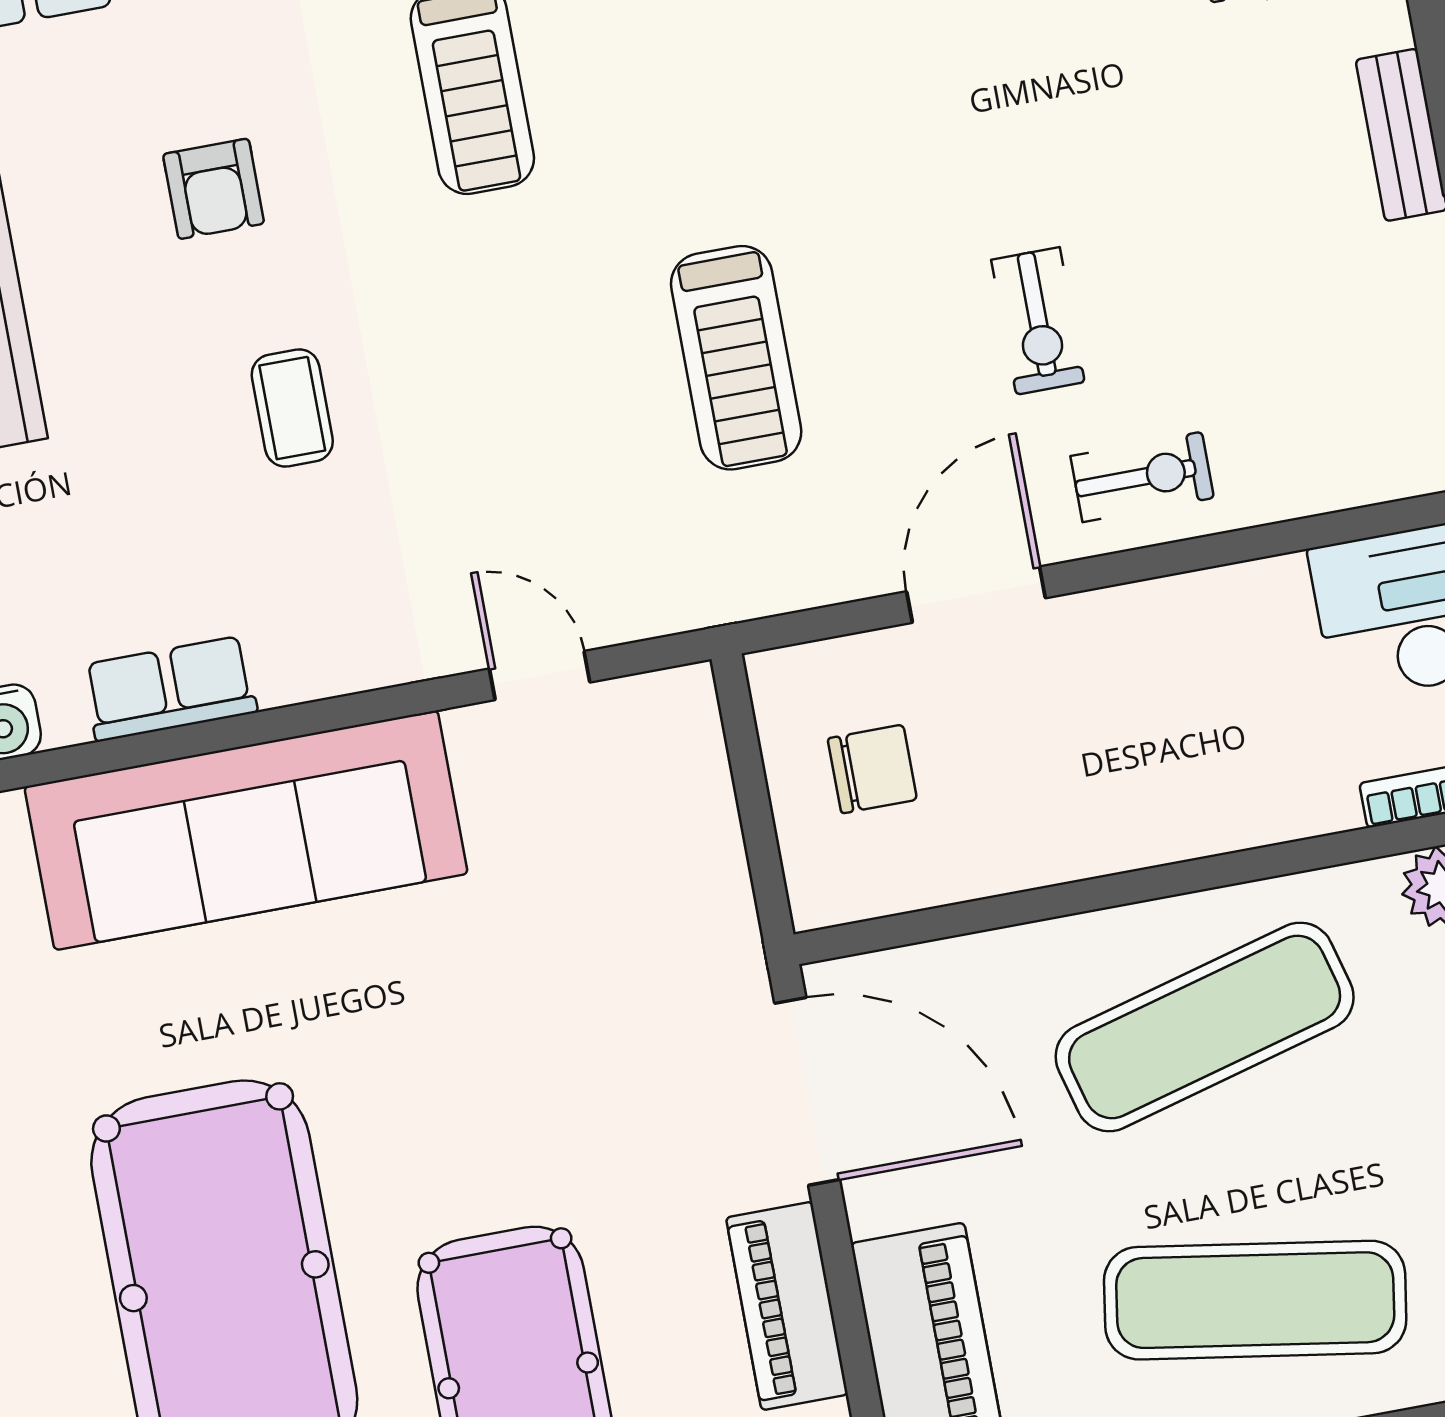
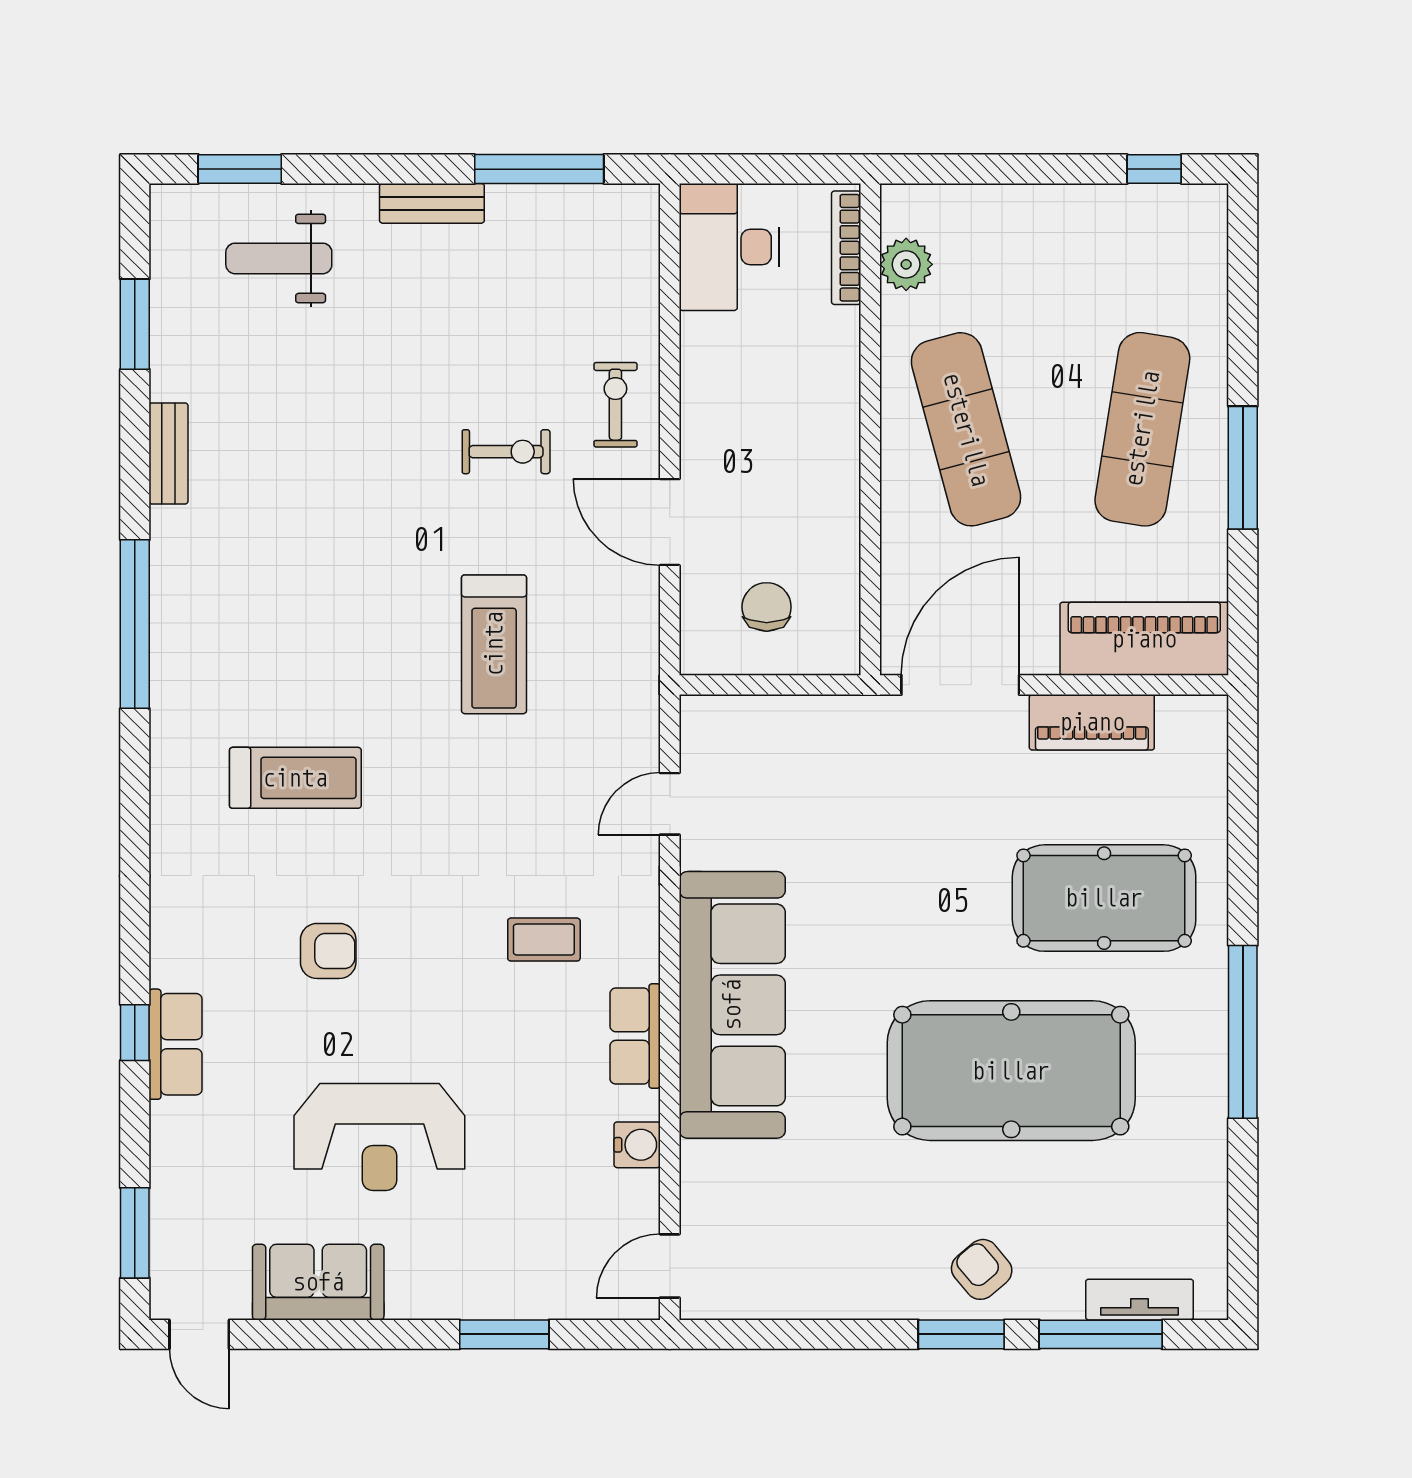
treadmill: (736, 358) -> (494, 644), turned 90
coffee table: (292, 408) -> (544, 940), moved

